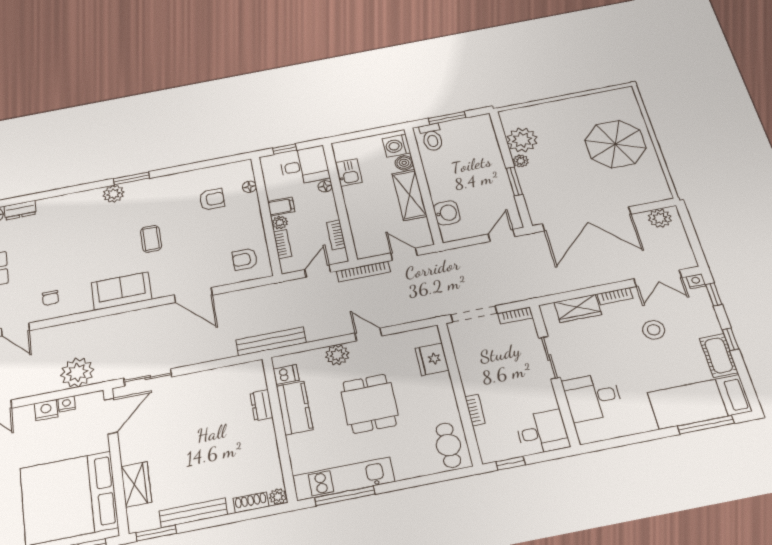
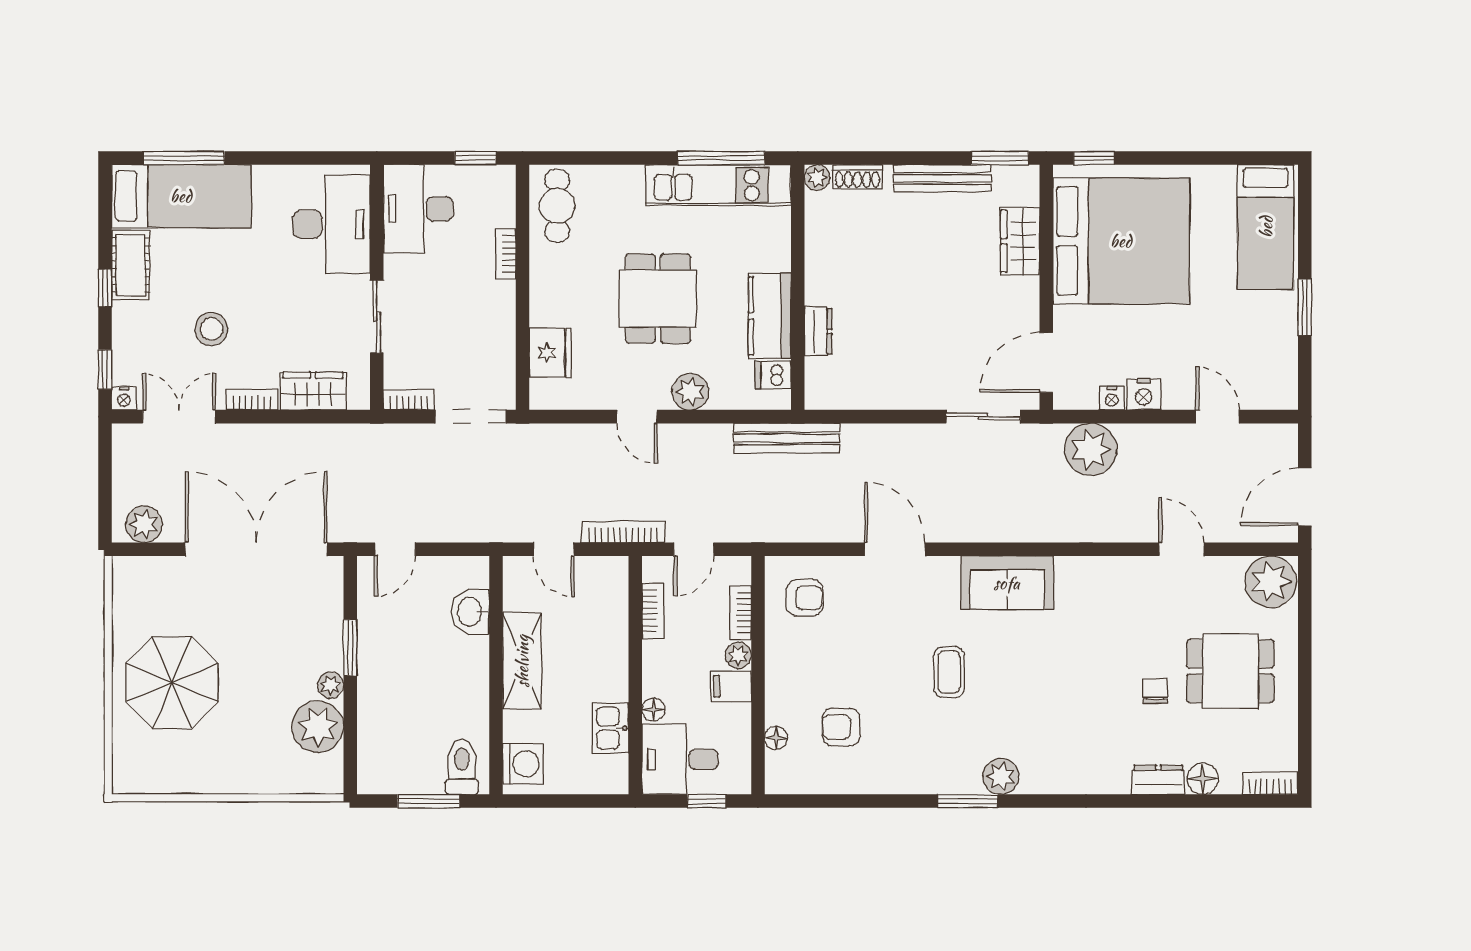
boiler: (404, 163) -> (517, 726), removed
chair: (50, 298) -> (1155, 691), moved
desk: (593, 397) -> (331, 224), width x1.37
desk: (542, 432) -> (418, 209), width x1.37

